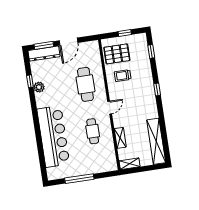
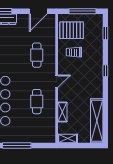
window: (125, 33) -> (82, 11), width x2.17
door: (68, 42) -> (38, 11), moved
cafe table: (85, 84) -> (37, 55), width x0.73, depth x0.74

